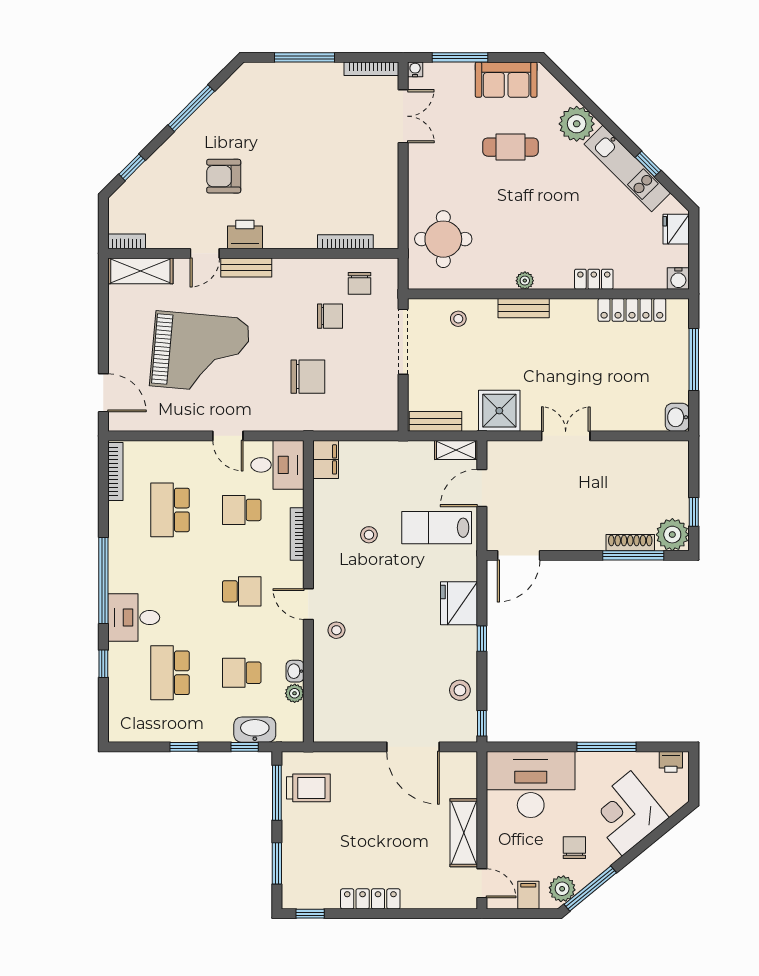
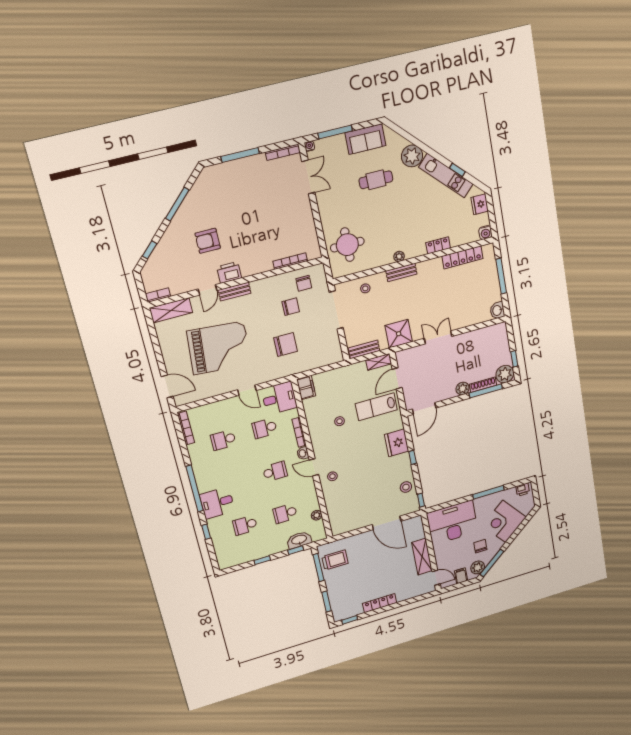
school desk: (170, 510) -> (223, 440), width x0.54
plant: (593, 539) -> (463, 389), added
washbasin: (295, 671) -> (303, 453), moved
school desk: (170, 673) -> (245, 525), width x0.54

